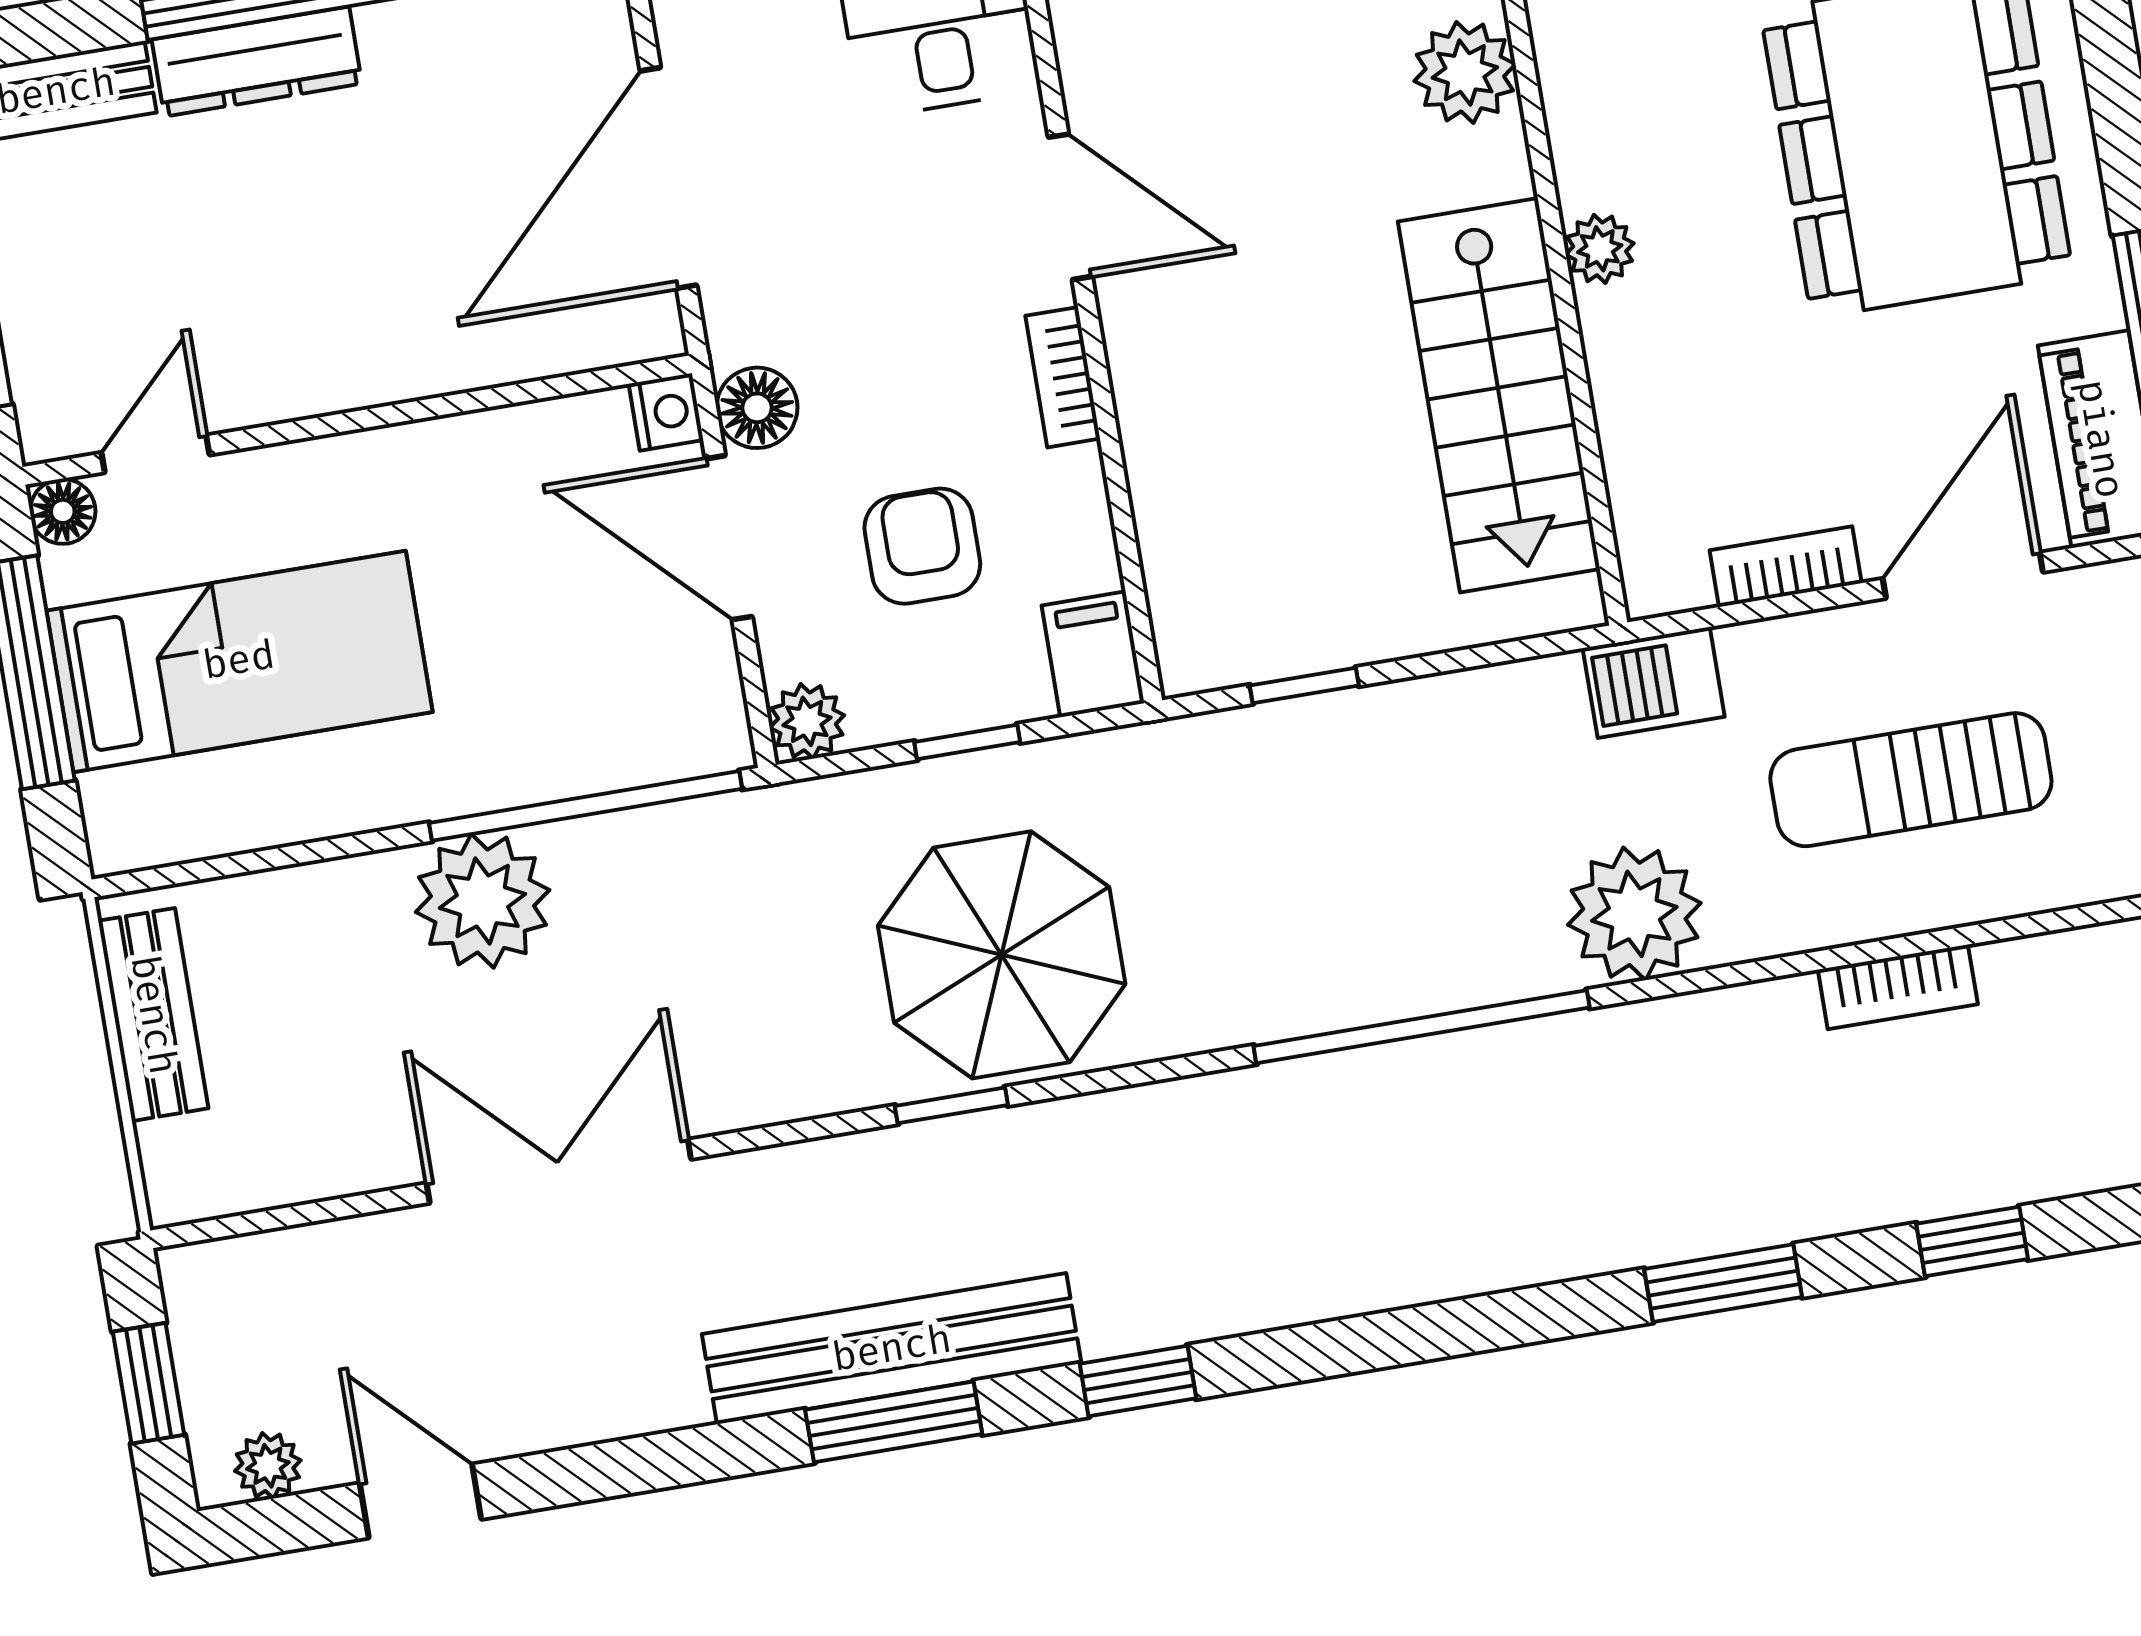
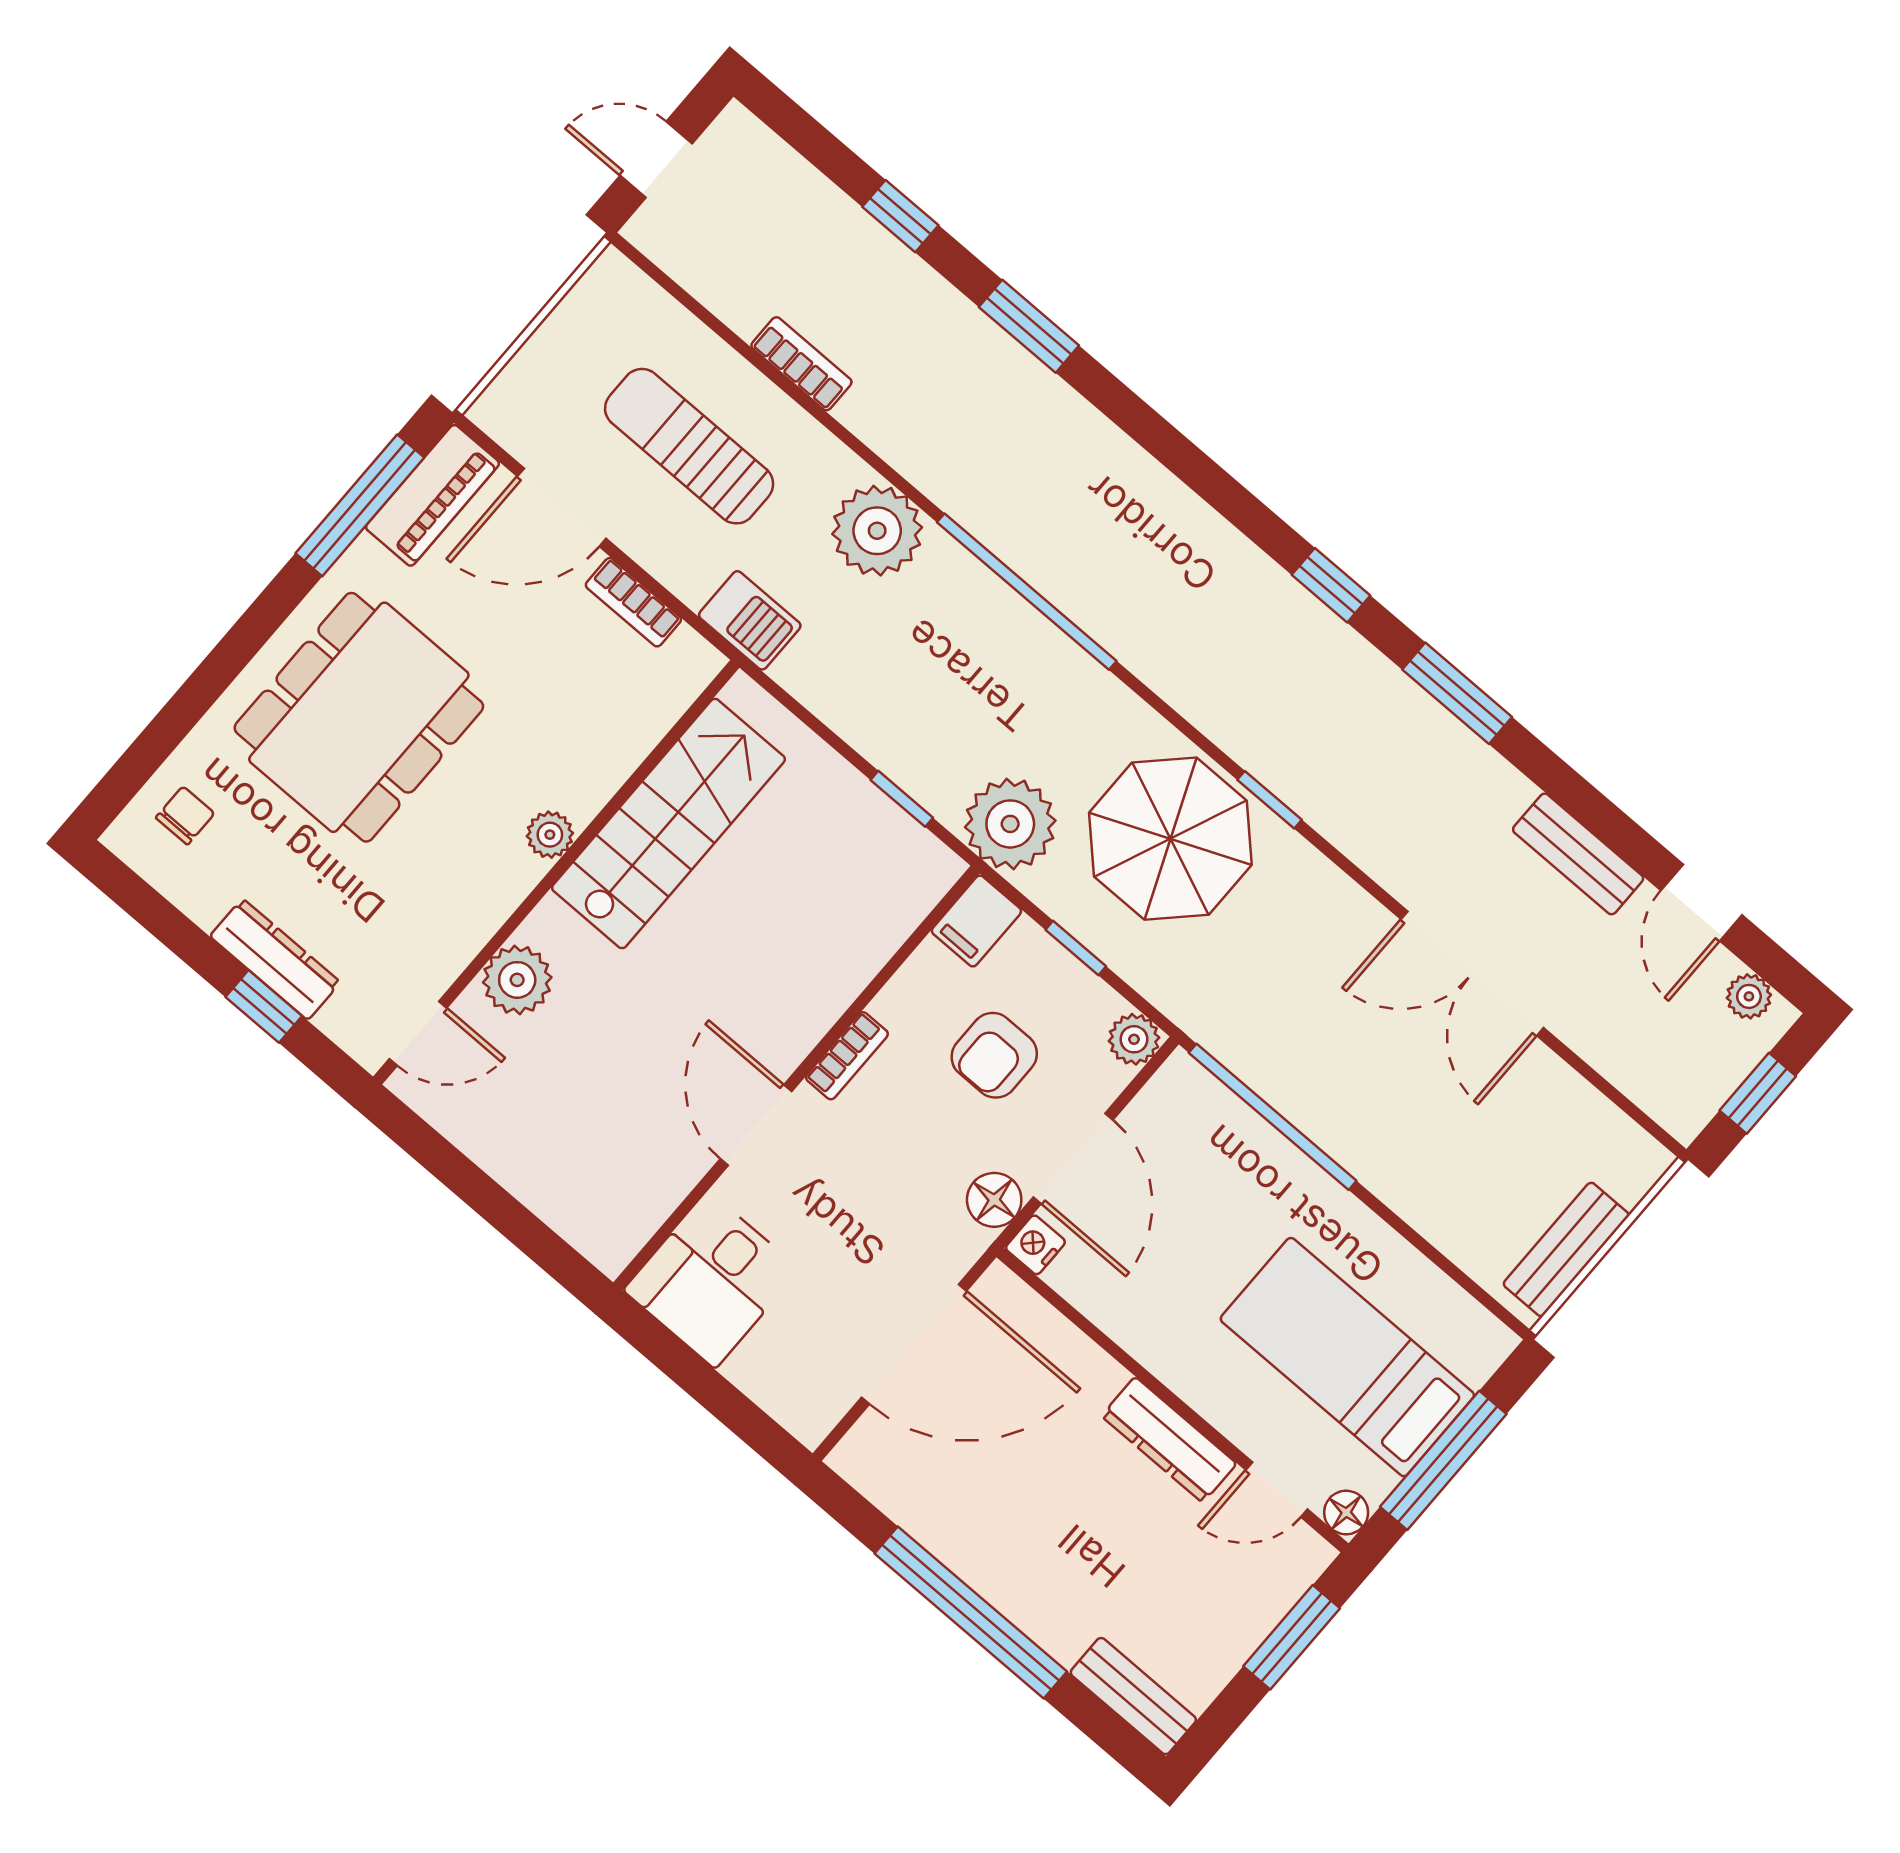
dresser: (257, 62) -> (1169, 1440), moved, turned 180
sun lounger: (1911, 780) -> (689, 446), turned 180
plant: (483, 901) -> (1010, 824), moved
bench: (892, 1349) -> (1578, 854), moved, width x0.54, depth x0.82

